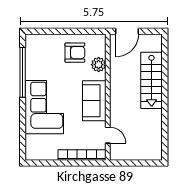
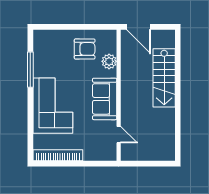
door: (127, 31) -> (139, 27), hinge flipped
window: (23, 72) -> (30, 70), width x0.68
bookcase: (82, 155) -> (58, 155), moved

